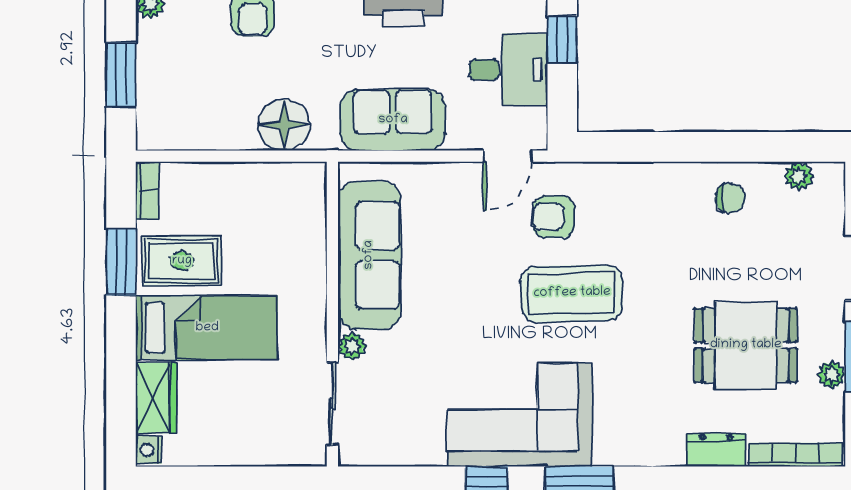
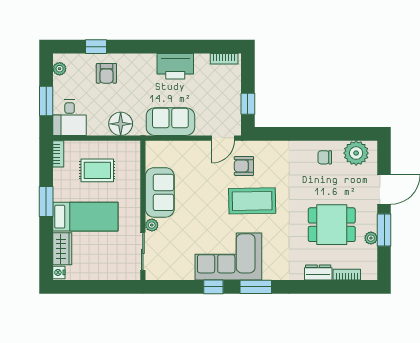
window: (562, 40) -> (248, 104), moved
desk: (508, 70) -> (70, 118), moved, turned 90
plant: (799, 176) -> (356, 153), width x1.88, depth x1.88
chair: (730, 198) -> (325, 157), turned 180
sofa: (369, 255) -> (160, 192), width x0.73
rug: (182, 261) -> (97, 170), moved
window: (121, 262) -> (46, 202), moved
bookcase: (795, 455) -> (347, 275), width x0.64

